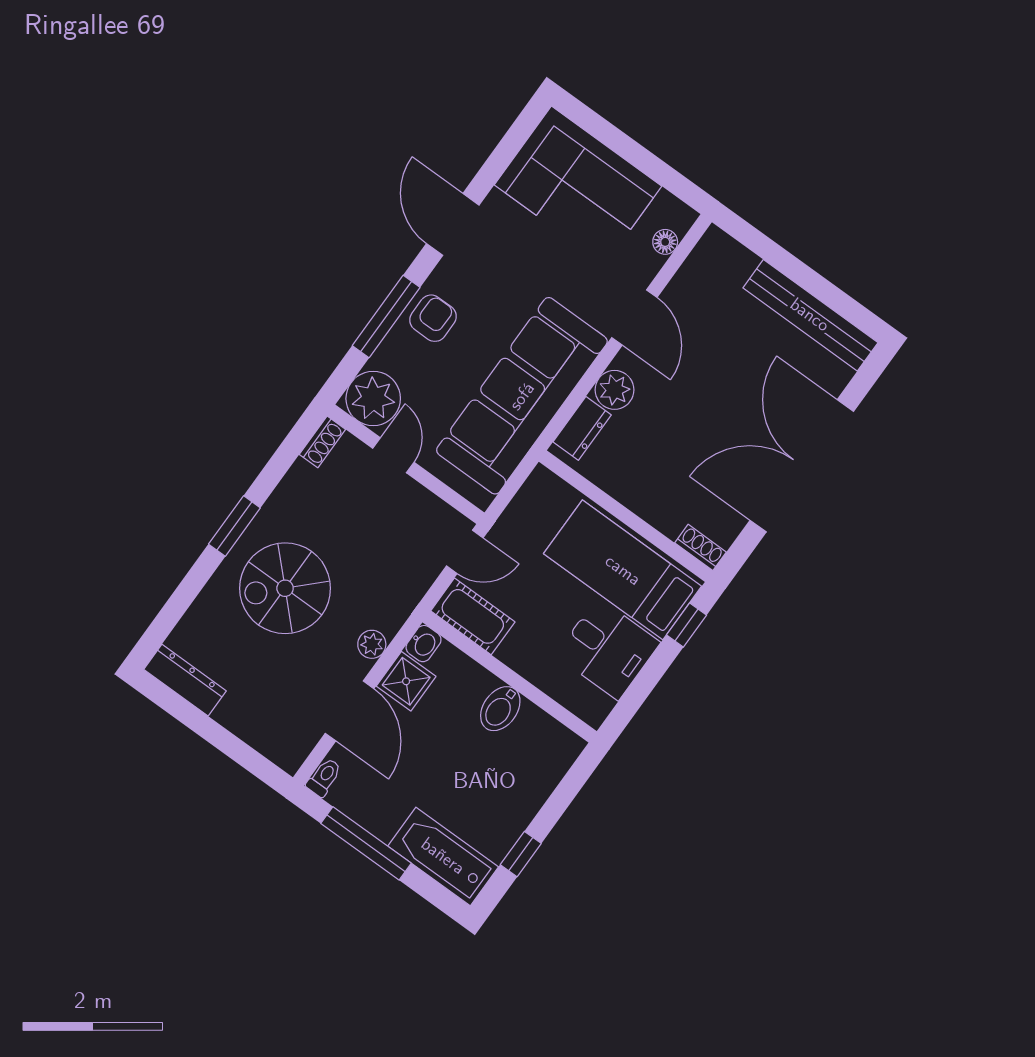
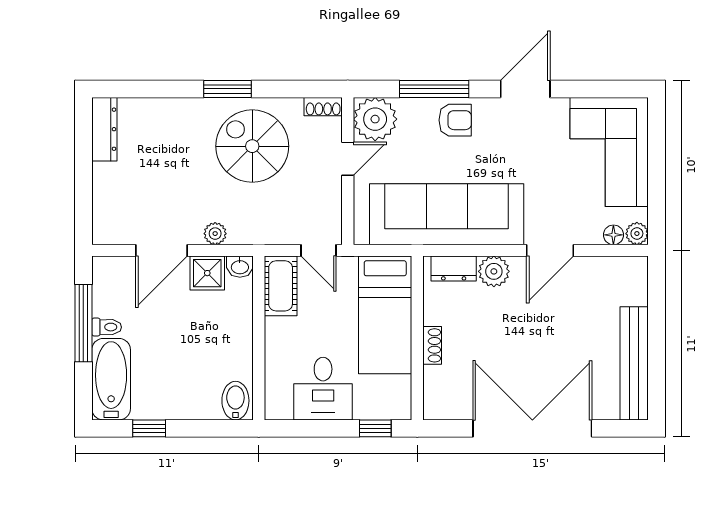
plant: (681, 217) -> (637, 234), added
shoe rack: (701, 547) -> (432, 345), moved
bed: (623, 570) -> (385, 315), moved, turned 180
spiral stairs: (285, 588) -> (252, 146), moved
bidet: (500, 709) -> (235, 401), moved, turned 90
toilet: (324, 777) -> (107, 327), moved

